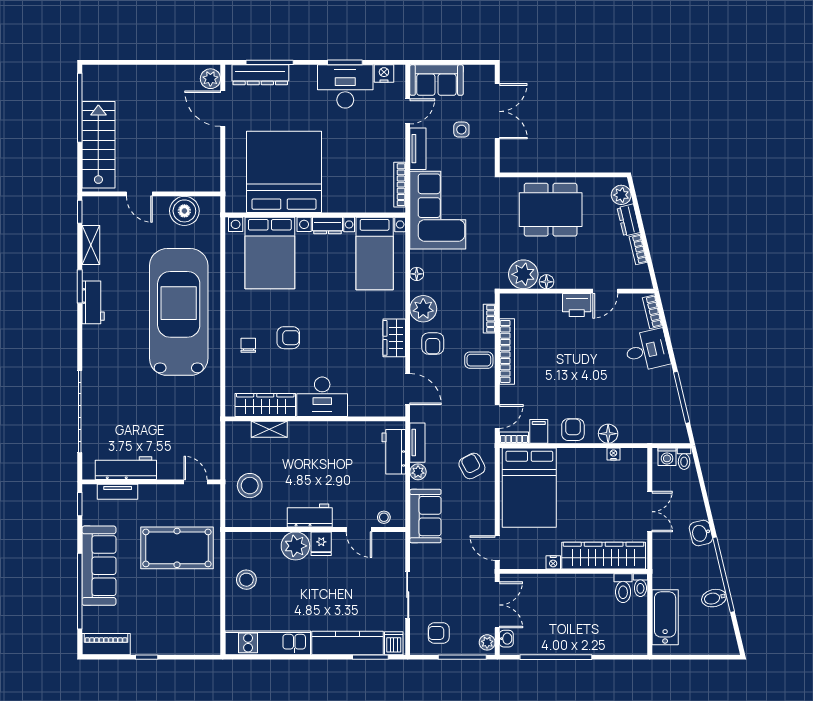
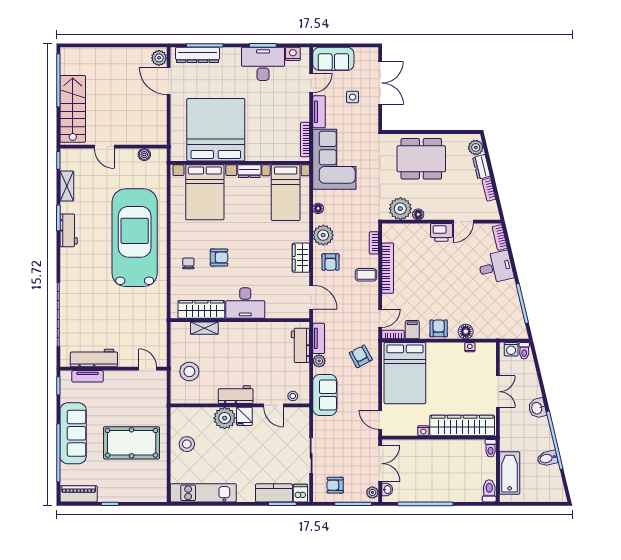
boiler: (184, 211) -> (144, 155), width x0.54, depth x0.54
pool table: (177, 548) -> (132, 443), moved
toilet: (623, 588) -> (489, 491), moved, turned 180
kitchen counter: (348, 643) -> (274, 493), width x0.67

